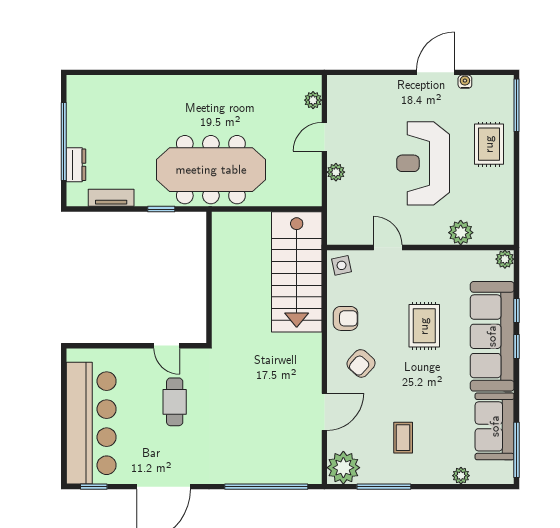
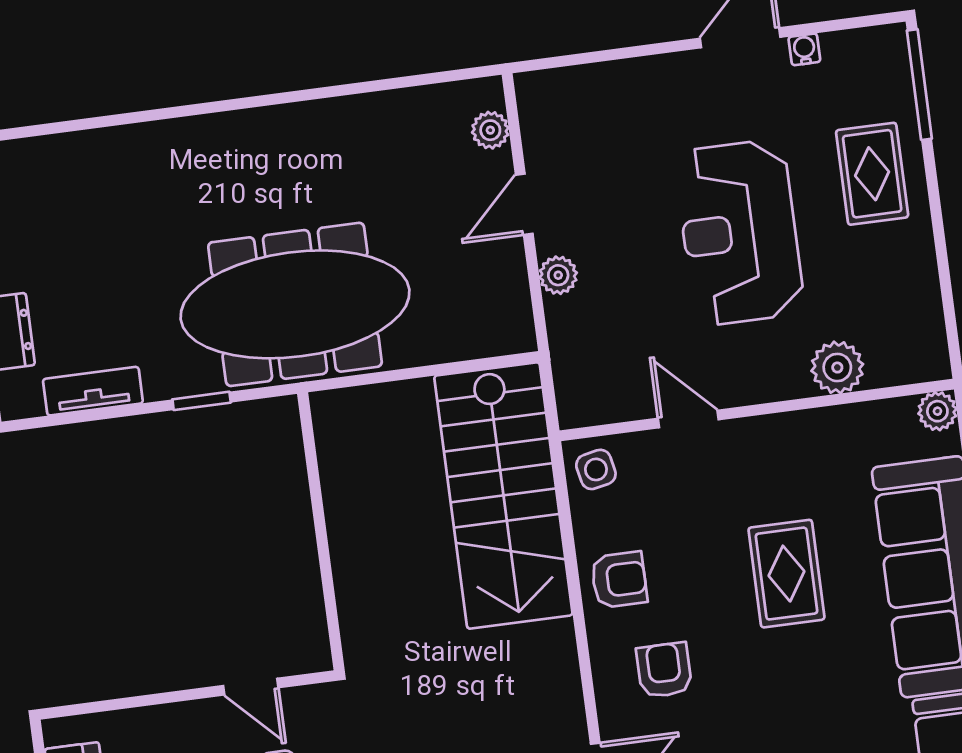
armchair: (361, 363) -> (664, 670), turned 138

